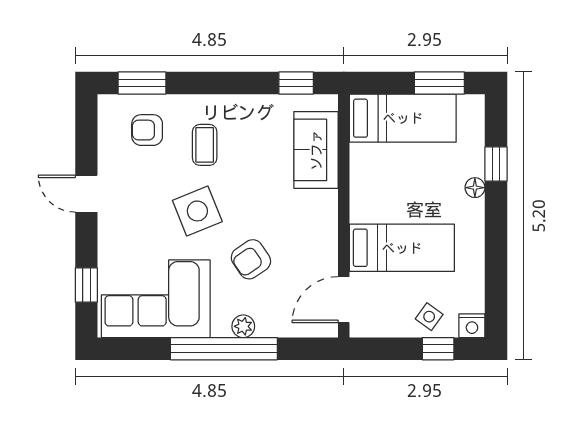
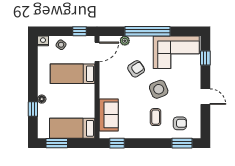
plant: (243, 326) -> (125, 41), moved
window: (438, 349) -> (79, 31), moved

